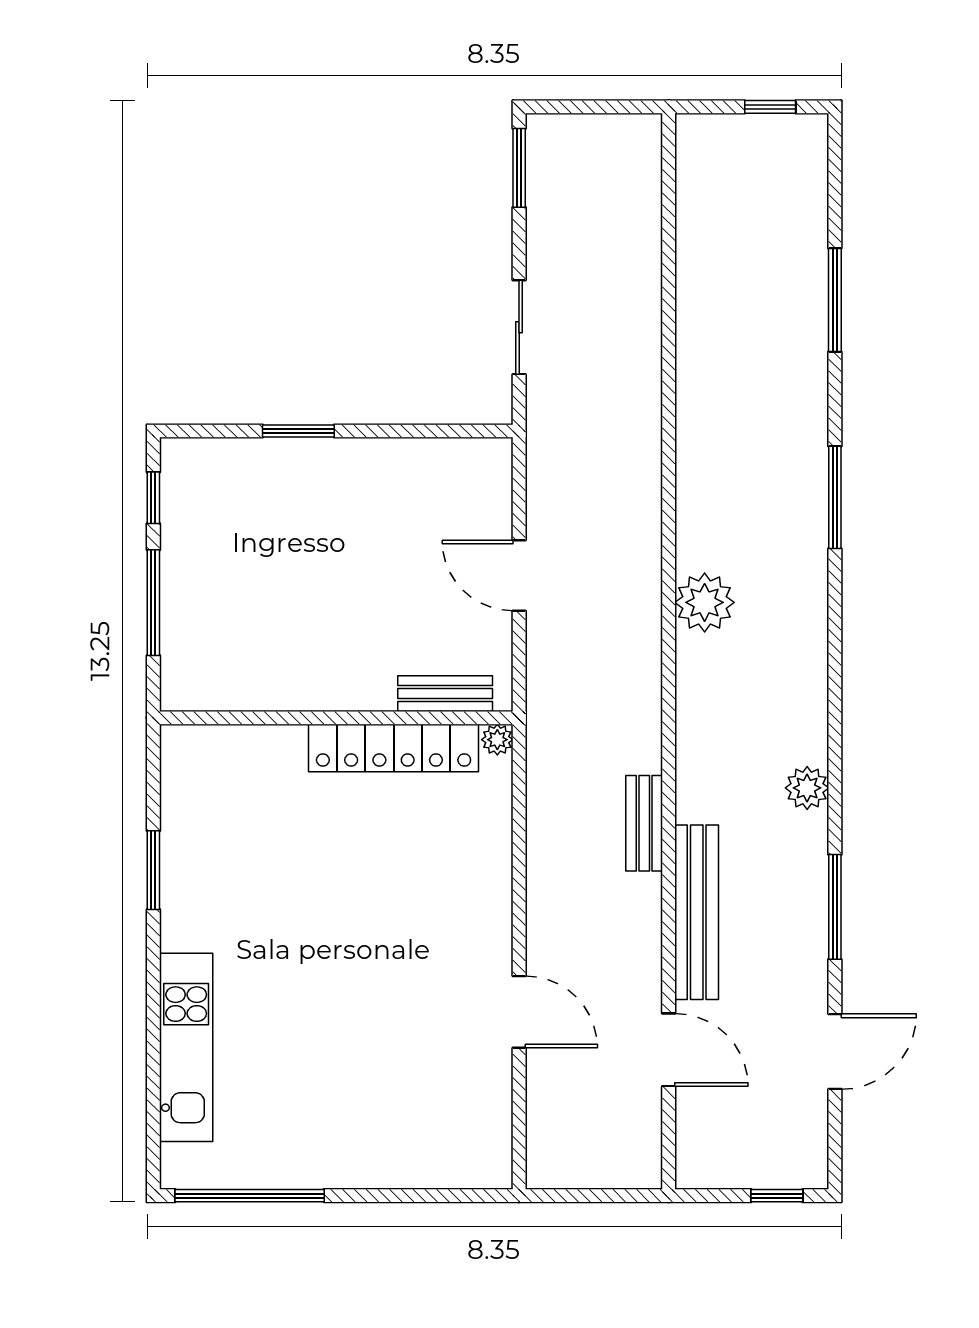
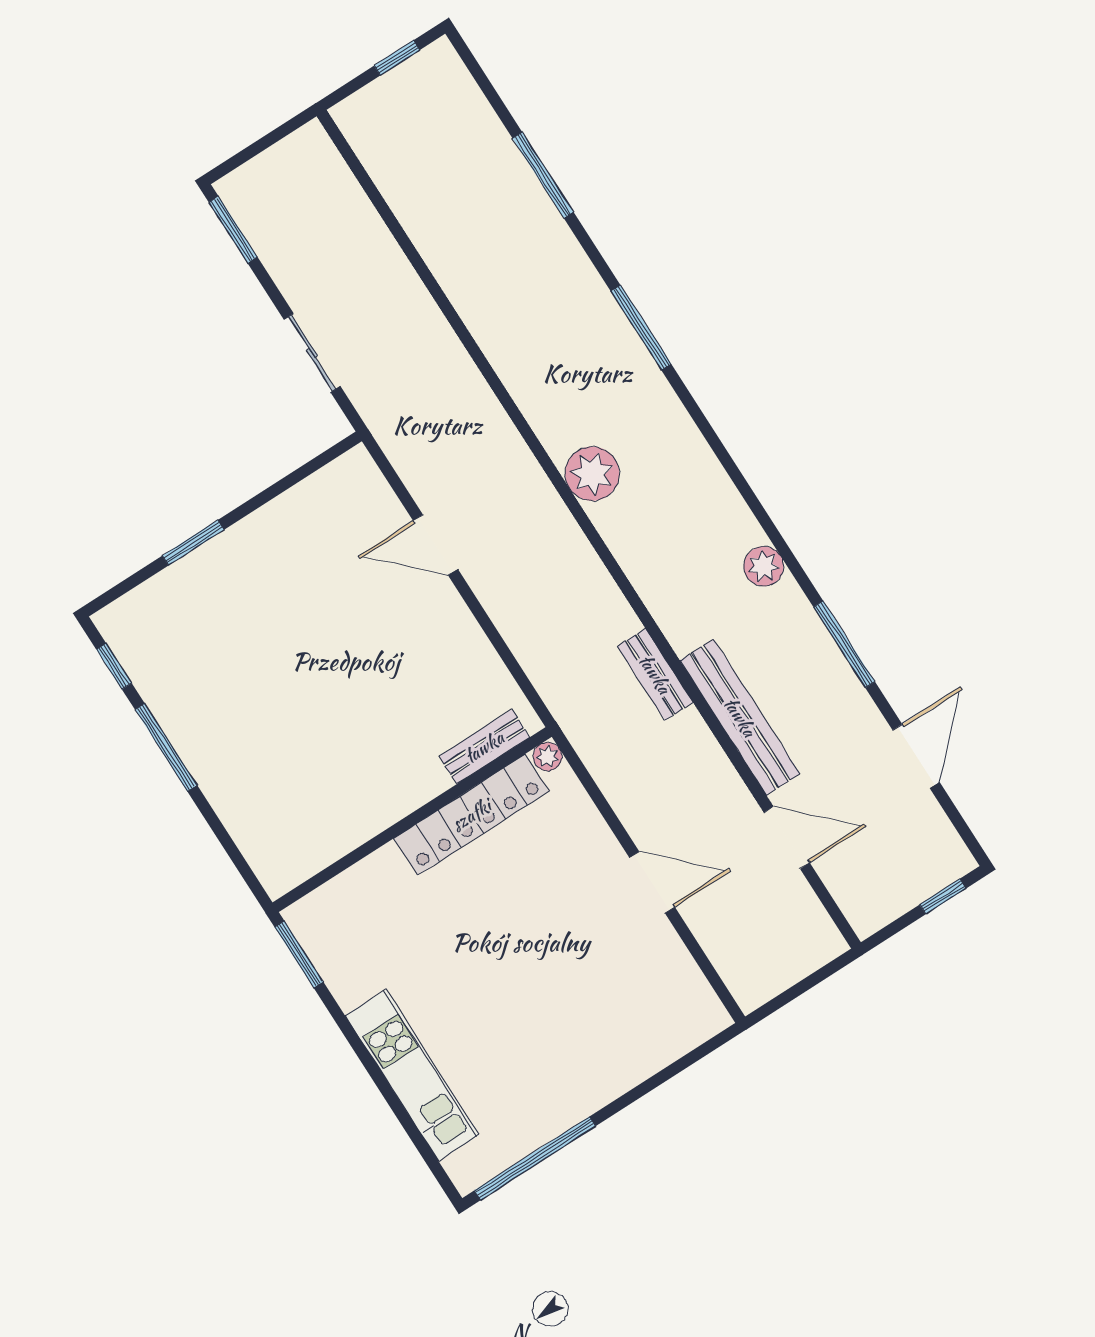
bench: (445, 694) -> (484, 747), moved
wall: (336, 718) -> (412, 820), moved
plant: (497, 740) -> (548, 757), moved
locker: (394, 748) -> (471, 815), moved

